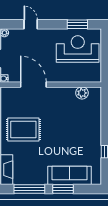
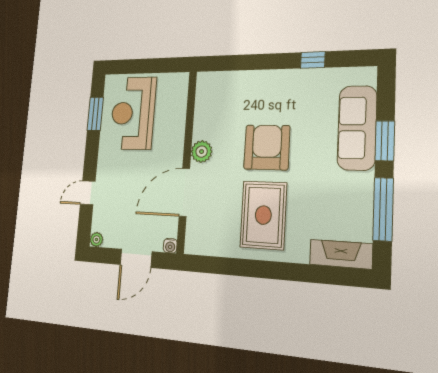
plant: (82, 93) -> (202, 152), moved
armchair: (59, 129) -> (267, 147), added

